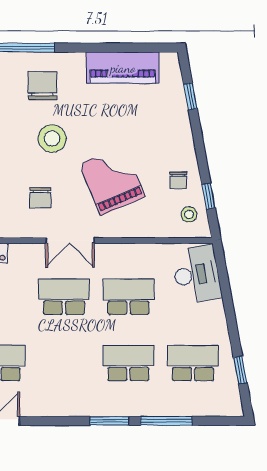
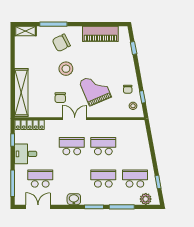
chair: (42, 86) -> (61, 43), turned -117
double door: (70, 241) -> (75, 119), swing flipped
desk: (197, 274) -> (137, 135), removed
washbasin: (68, 405) -> (74, 199), added
plant: (215, 405) -> (146, 199), added

